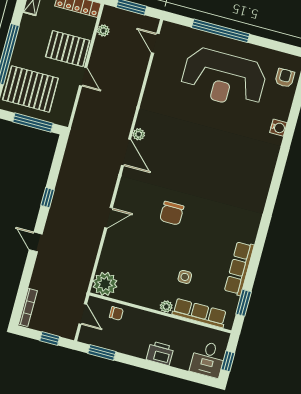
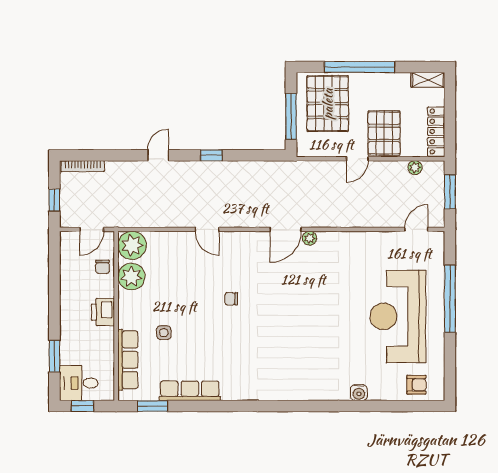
chair: (172, 213) -> (231, 299), width x0.54, depth x0.54
plant: (166, 307) -> (131, 277), moved, width x1.88, depth x1.88
window: (102, 352) -> (54, 356), moved
printer: (160, 353) -> (103, 312), moved, turned 180

